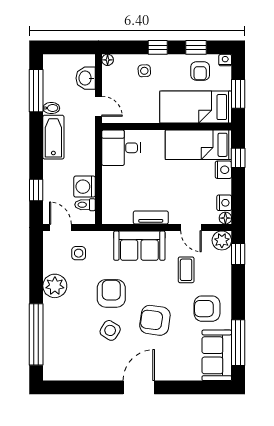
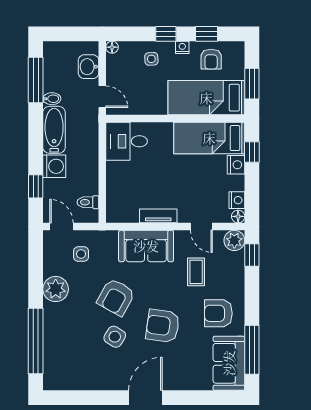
nightstand: (225, 60) -> (182, 47), moved
washing machine: (85, 187) -> (54, 166), moved, turned 180
armchair: (111, 293) -> (116, 297), turned -151

